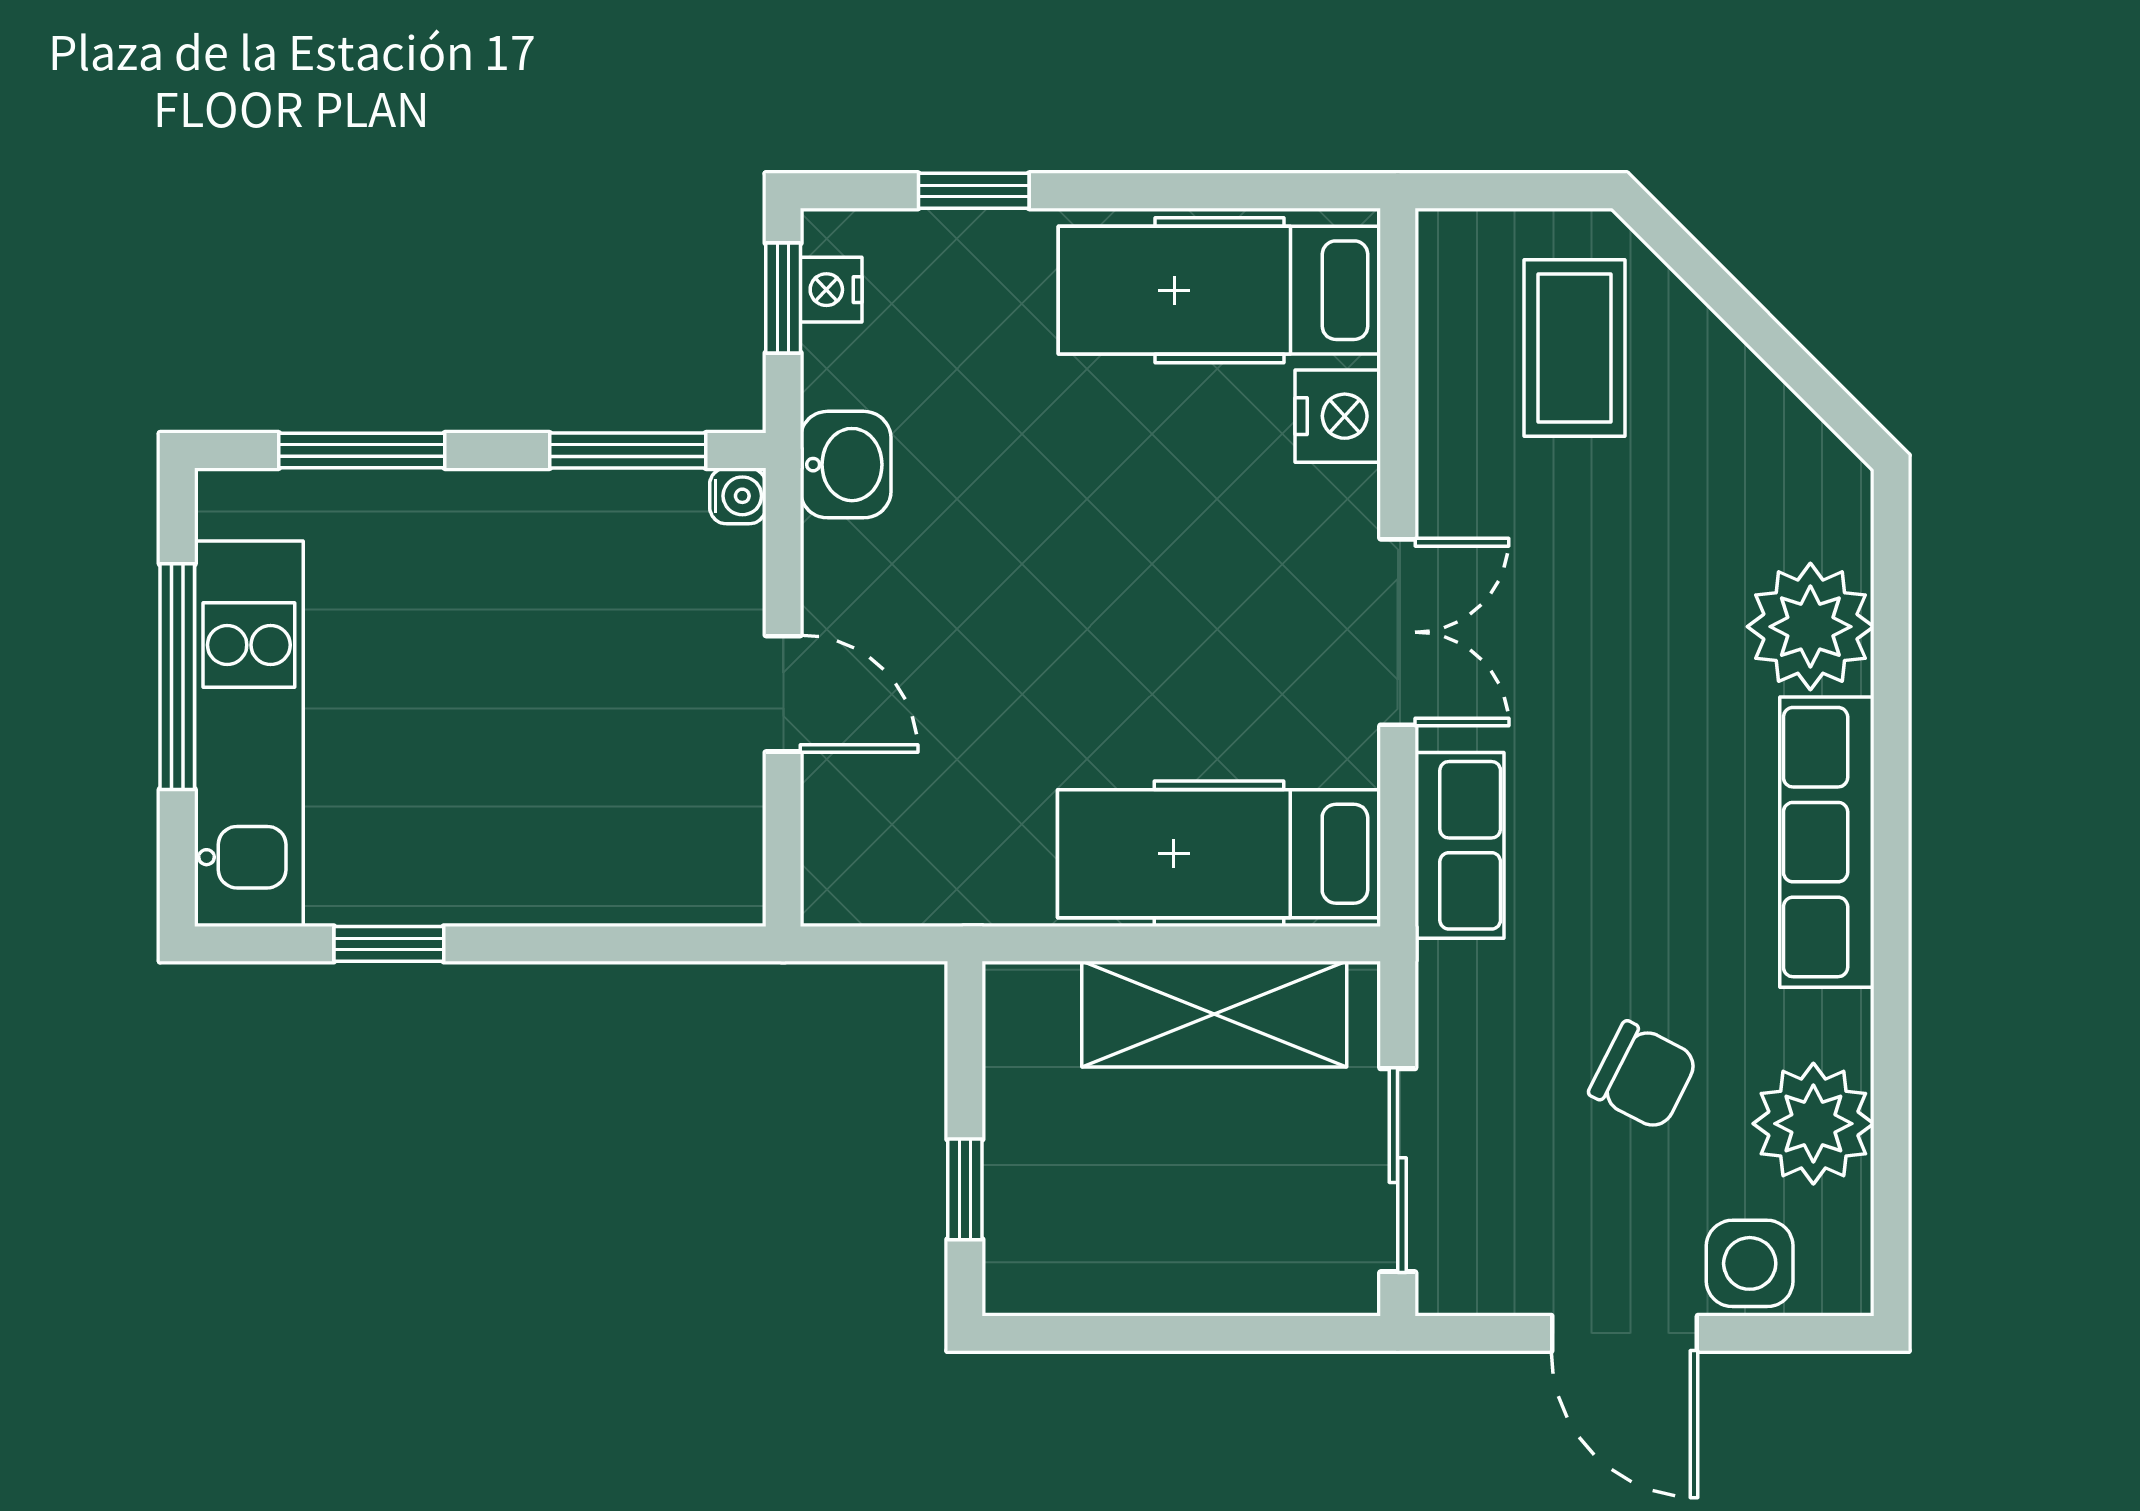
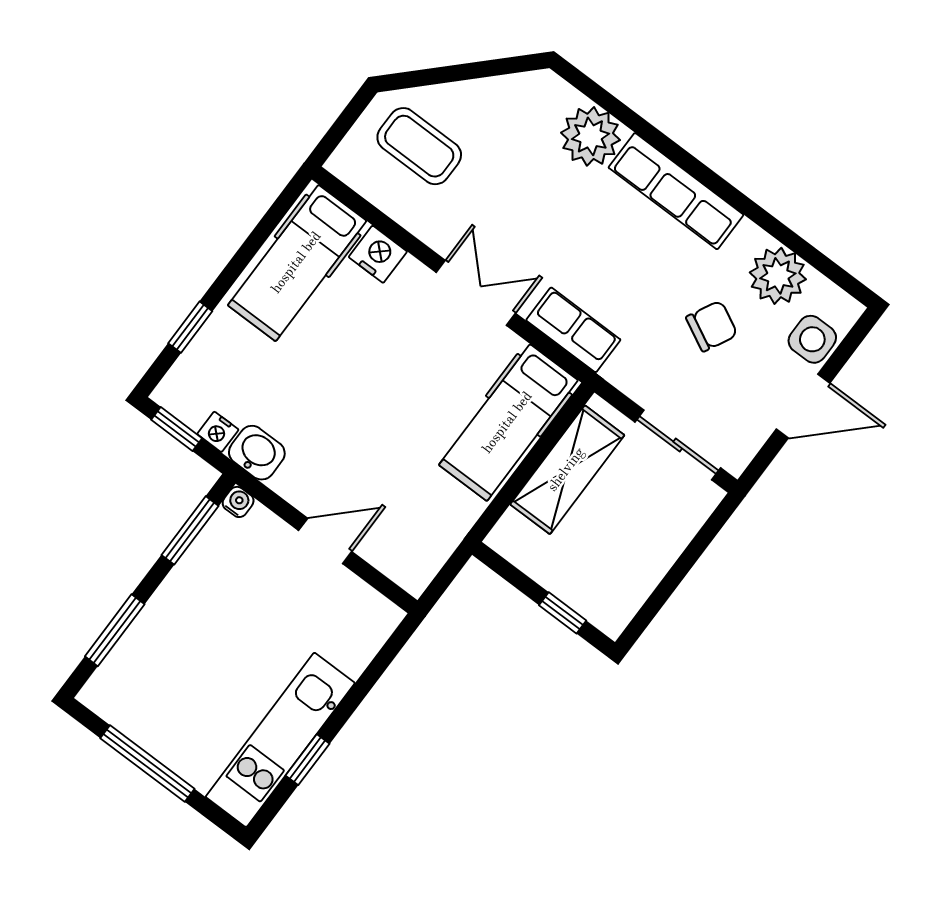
nightstand: (831, 290) -> (218, 432), moved
kitchen unit: (249, 734) -> (280, 740), moved, turned -90

